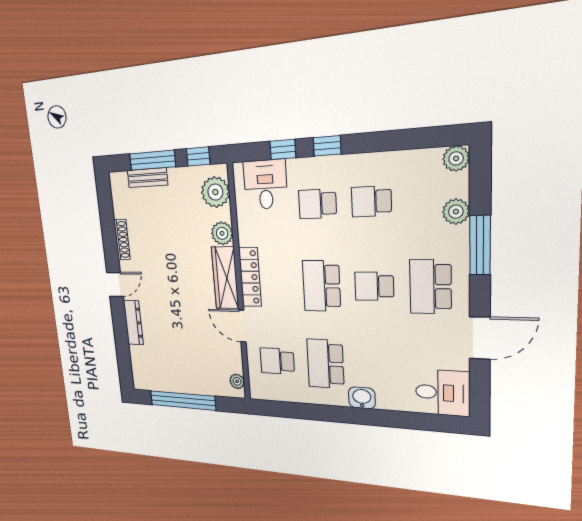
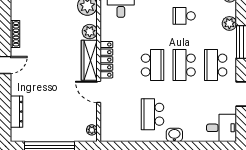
school desk: (317, 204) -> (153, 16), removed
school desk: (322, 286) -> (153, 65), turned 180
school desk: (374, 286) -> (184, 65), width x1.85
dresser: (133, 323) -> (16, 112), moved
school desk: (277, 361) -> (121, 114), removed

